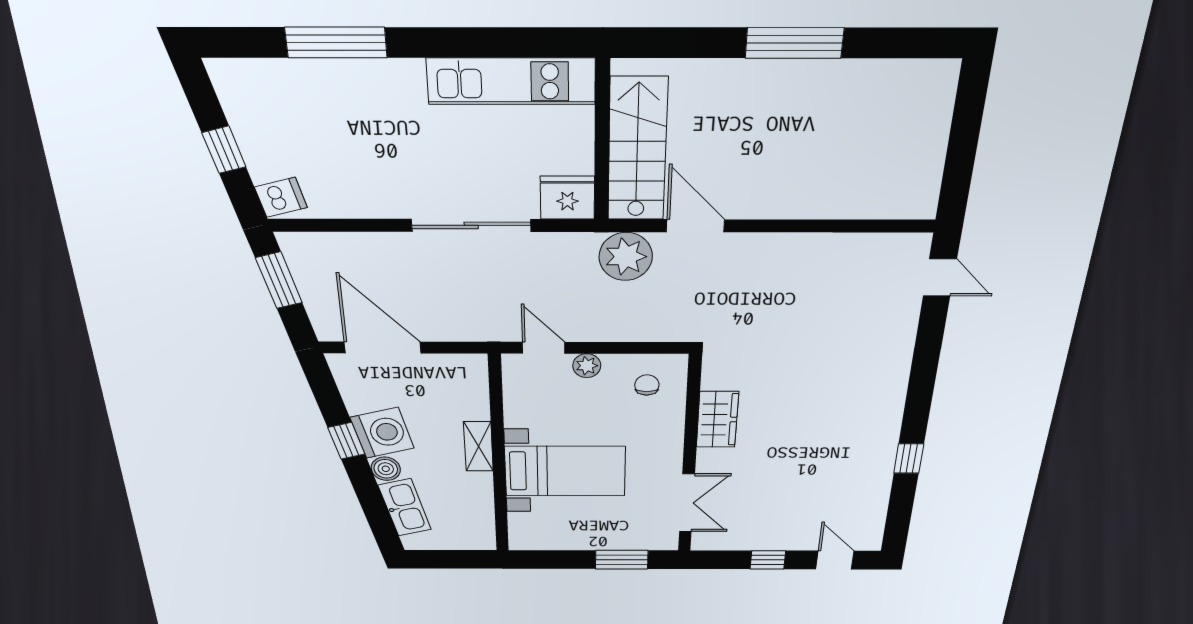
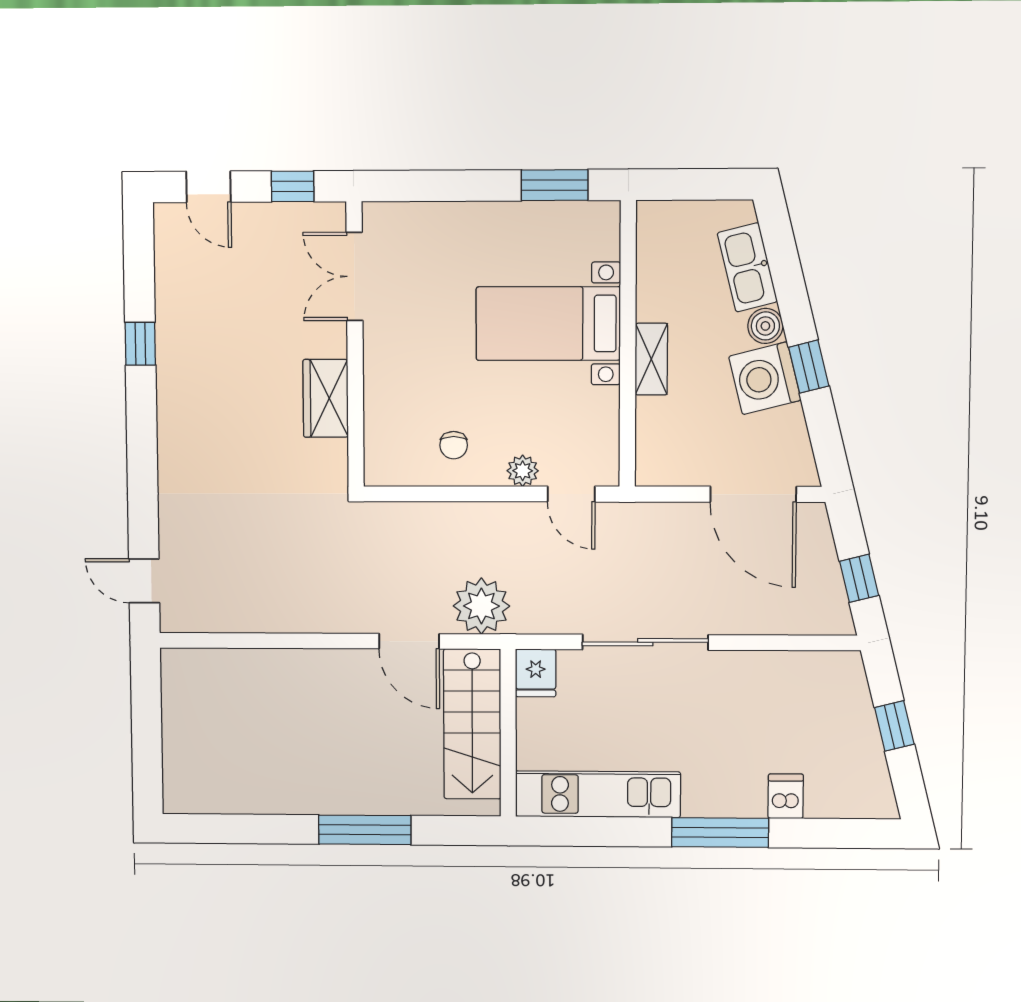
window: (336, 42) -> (720, 832), moved
window: (794, 43) -> (365, 830), moved
dishwasher: (281, 197) -> (786, 796), moved, turned 104
fridge: (567, 198) -> (536, 673), width x0.72
window: (279, 280) -> (859, 578), width x0.67
wardrobe: (717, 419) -> (326, 398), moved
wall: (690, 457) -> (355, 345), moved
double door: (687, 503) -> (355, 276), moved
window: (622, 560) -> (555, 185), moved

